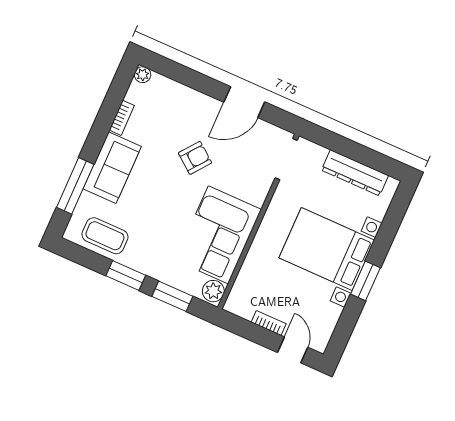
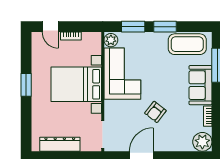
plant: (143, 75) -> (202, 142), width x1.88, depth x1.88
coffee table: (105, 236) -> (187, 44), width x1.36, depth x1.32
bed with nightstands: (327, 249) -> (76, 84), moved, turned 180

